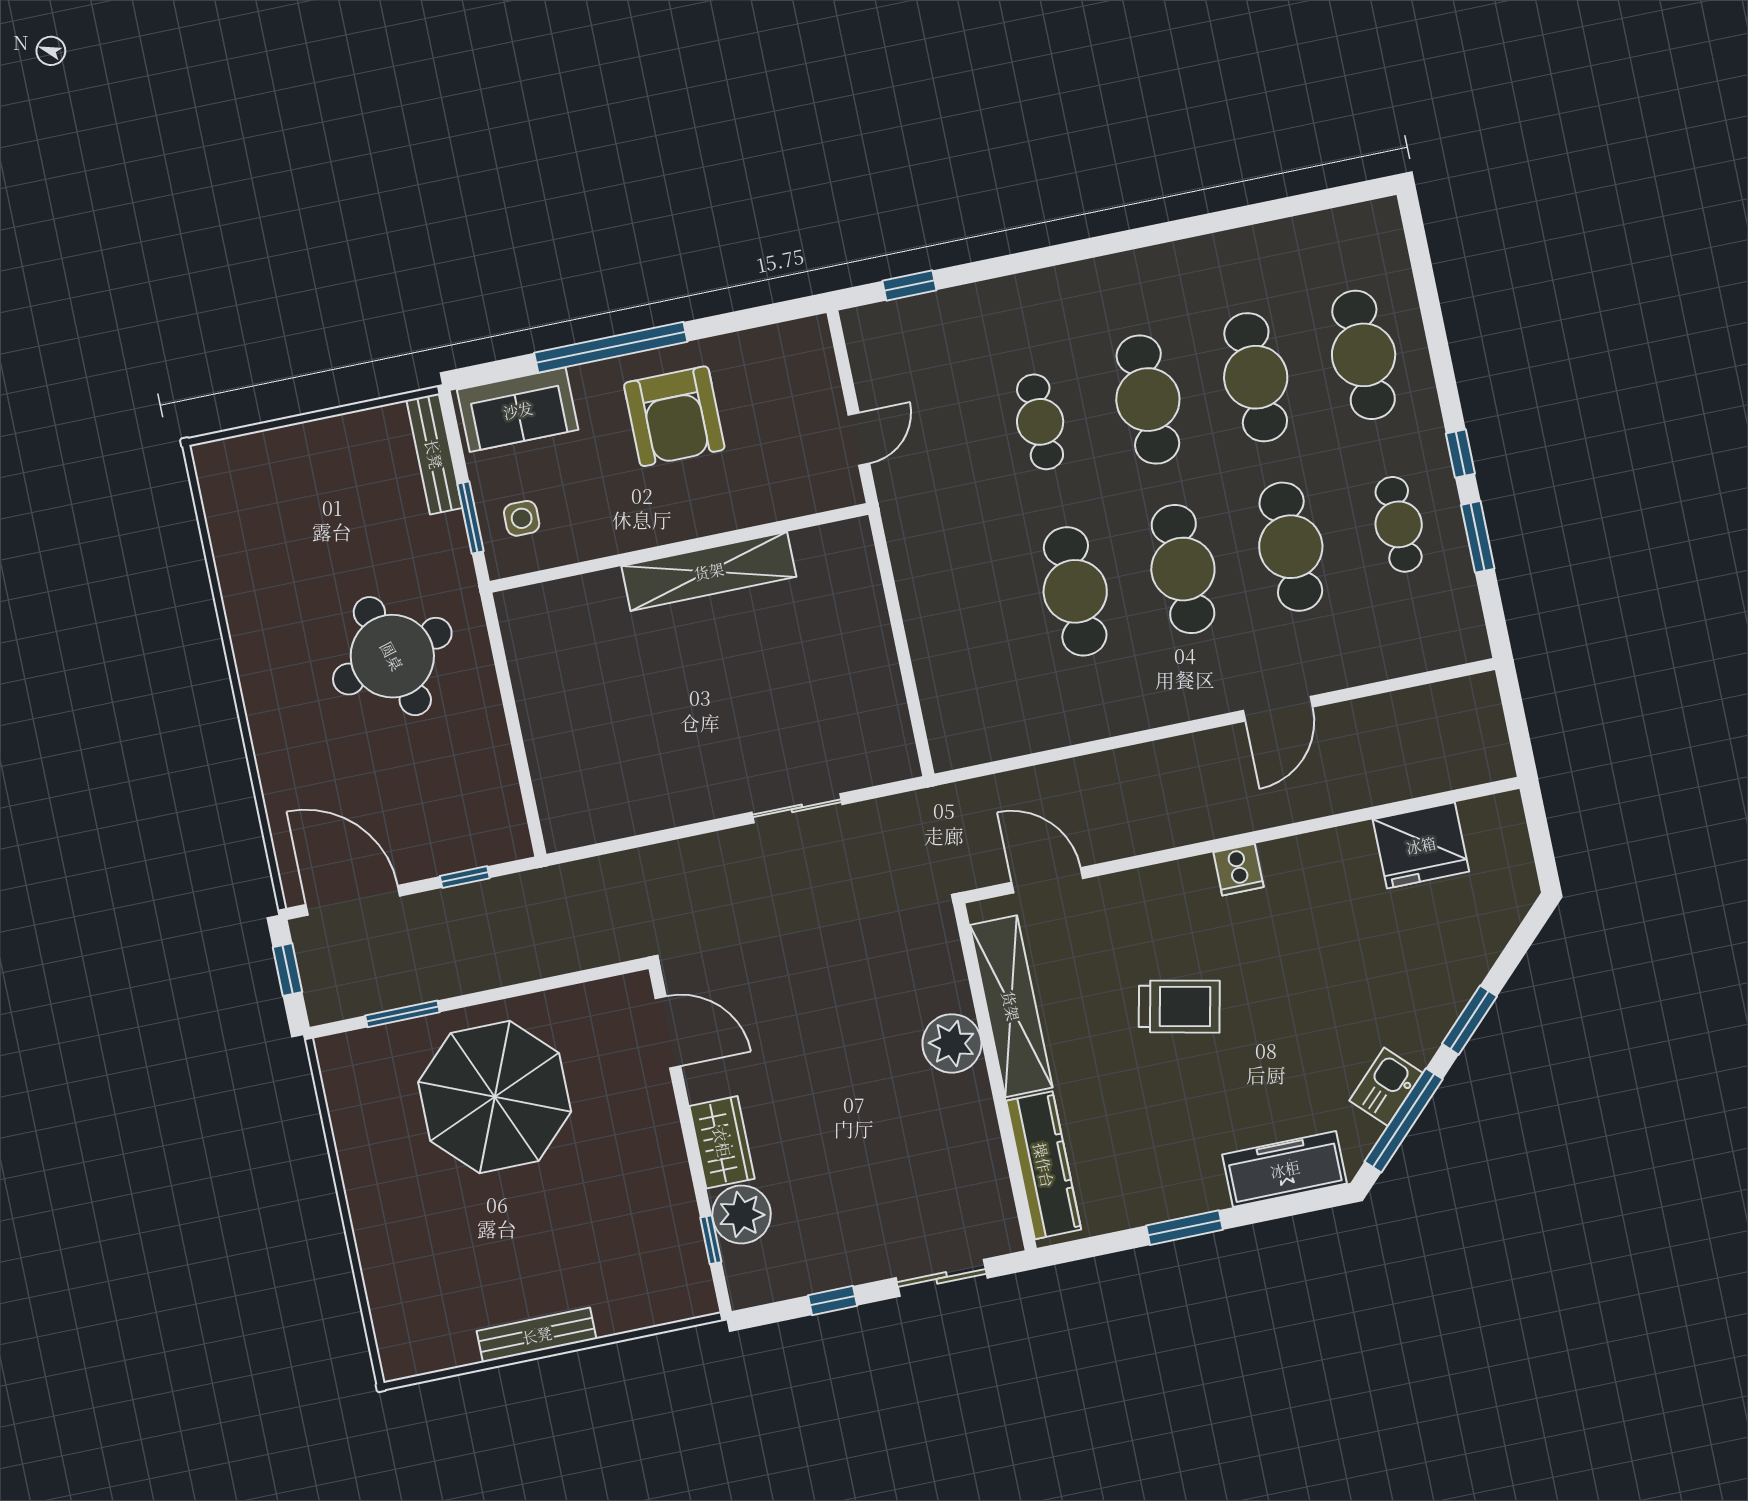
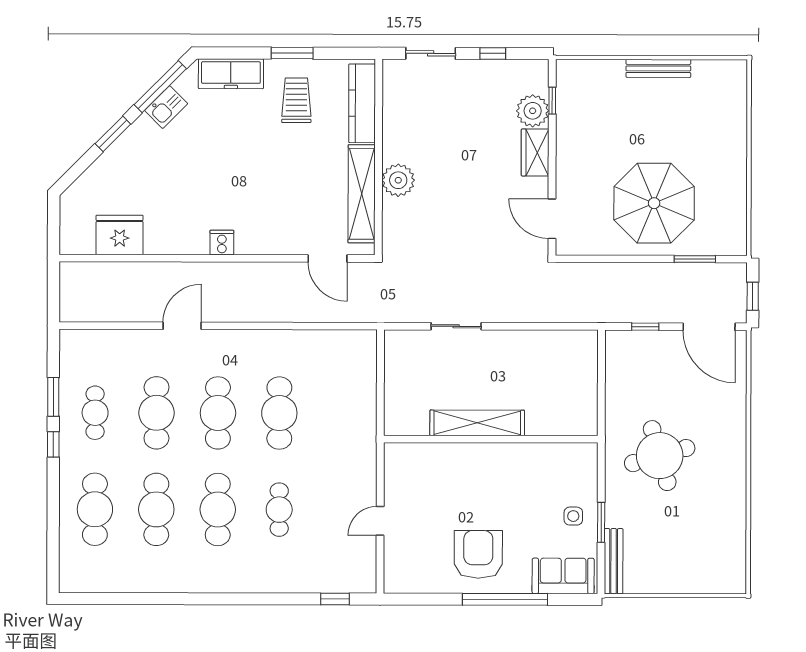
wall: (679, 548) -> (491, 439), moved
shelving: (709, 571) -> (477, 423), moved
trolley: (1179, 1007) -> (296, 100), moved, turned 78

